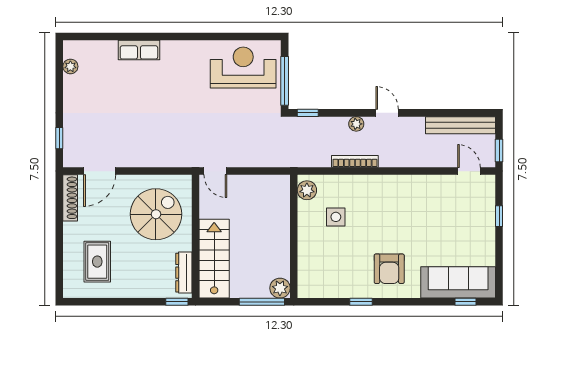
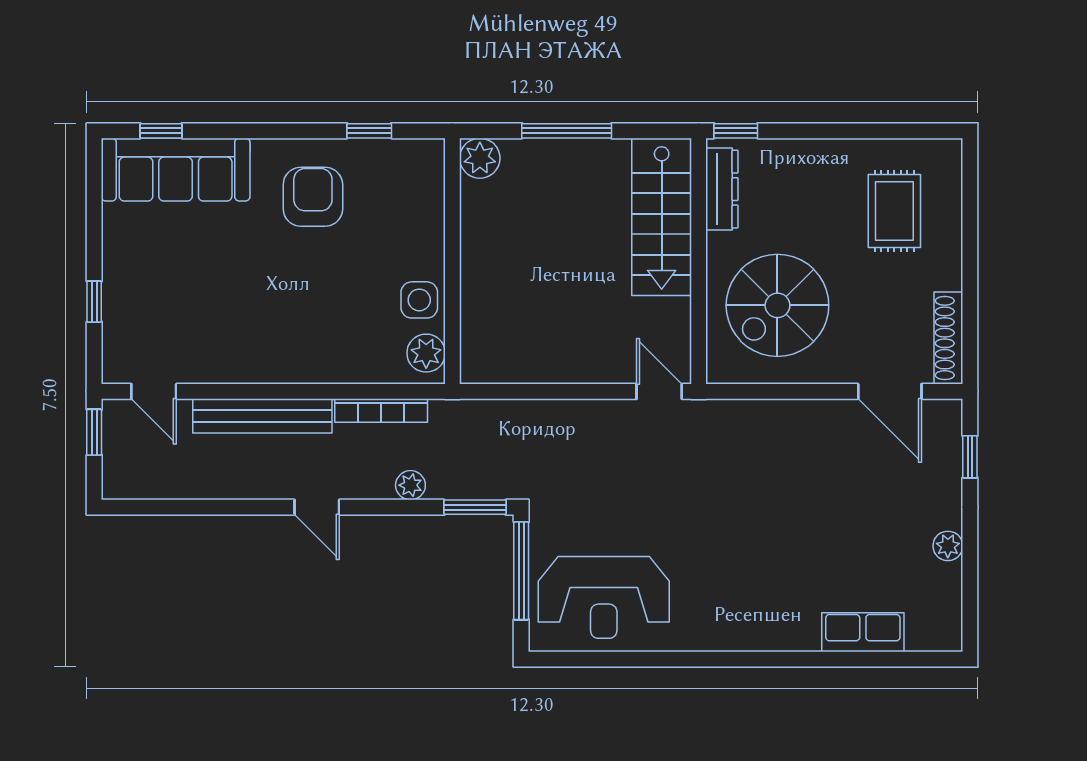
row of seats: (139, 50) -> (863, 632), moved
plant: (70, 66) -> (948, 546), moved
window: (308, 113) -> (475, 507), width x1.50
plant: (356, 124) -> (410, 485), moved
bench: (460, 125) -> (262, 416), moved
door: (100, 171) -> (890, 391), swing flipped
plant: (307, 190) -> (426, 353), moved
wall: (294, 236) -> (452, 261), moved
plant: (280, 288) -> (480, 158), moved

